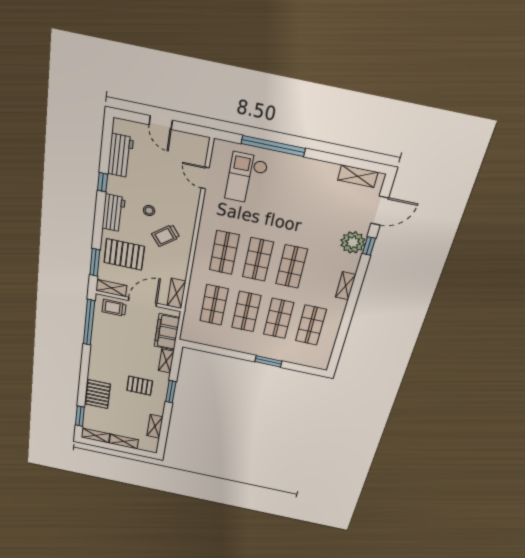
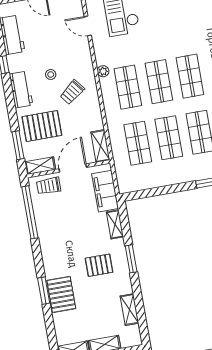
plant: (205, 228) -> (103, 71), added
window: (80, 416) -> (44, 291), moved

